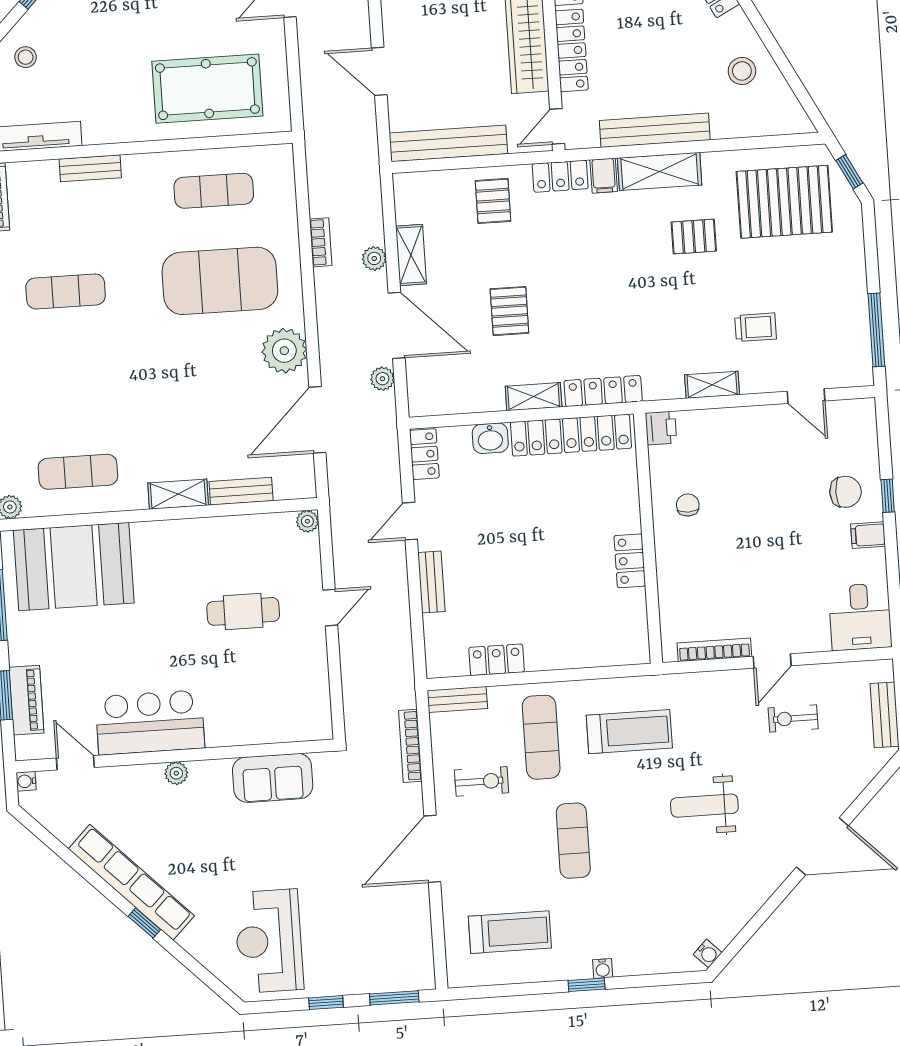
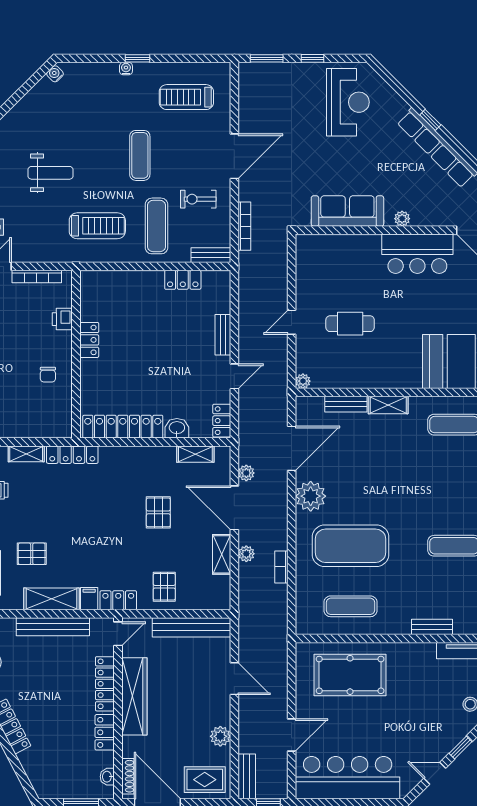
locker: (603, 391) -> (72, 455), moved
shelving: (534, 397) -> (195, 454), moved
printer: (661, 428) -> (62, 319), moved
treadmill: (629, 732) -> (97, 226), turned 180
sofa: (273, 778) -> (347, 211), width x1.36

